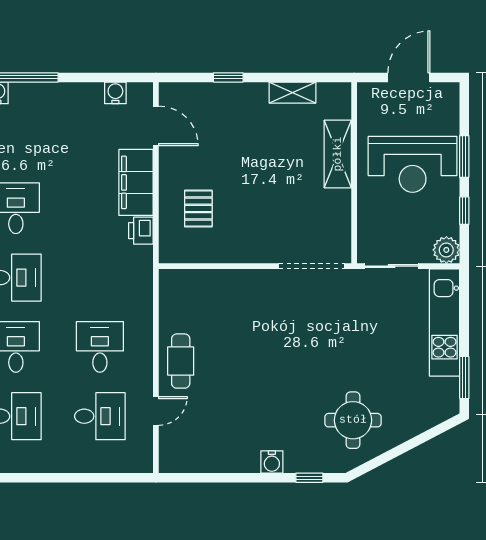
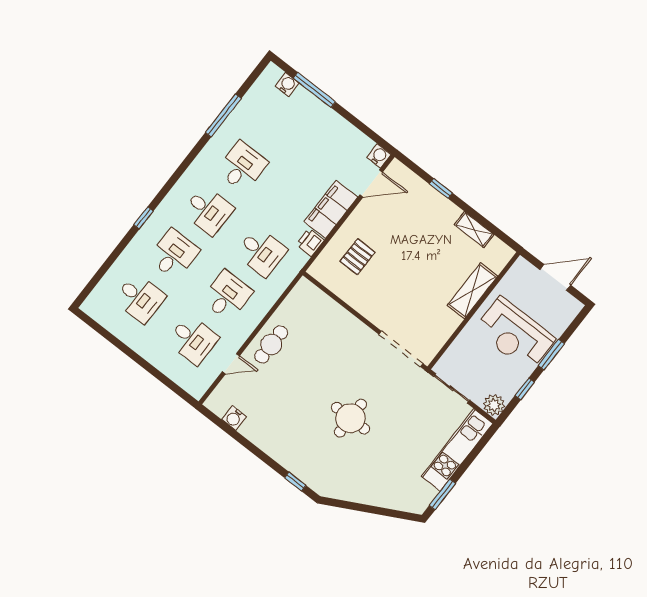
water cooler: (115, 93) -> (379, 156), moved
door: (156, 126) -> (371, 183), hinge flipped
desk: (100, 278) -> (261, 252), added
round table: (353, 420) -> (350, 418), moved
water cooler: (272, 462) -> (234, 418), moved

